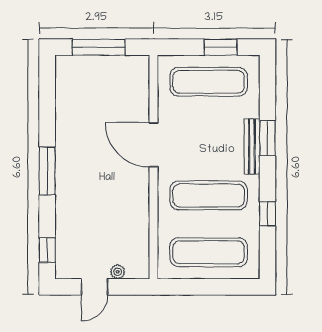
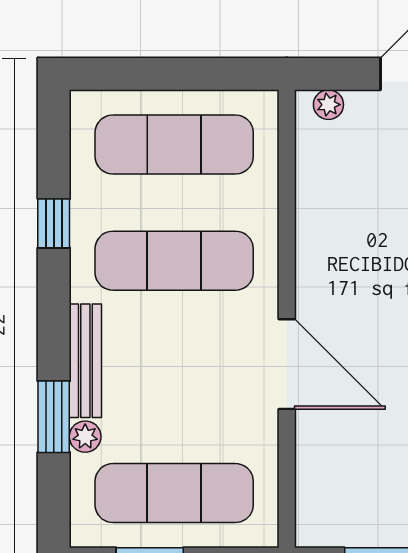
plant: (252, 109) -> (85, 437), added
window: (267, 138) -> (54, 417), moved
plant: (118, 272) -> (328, 105), moved

